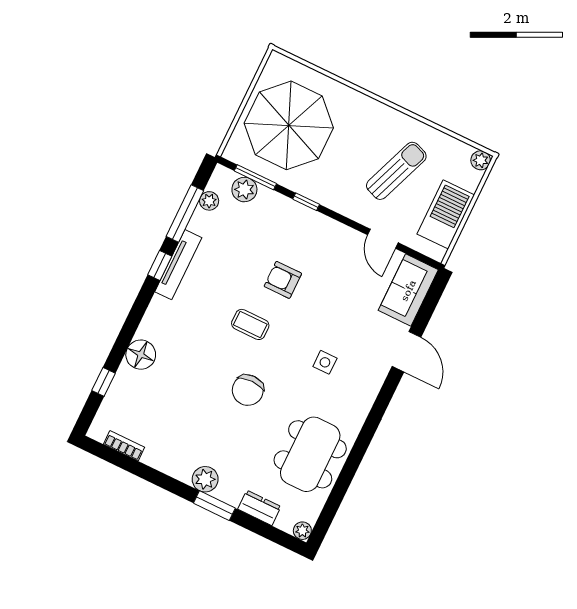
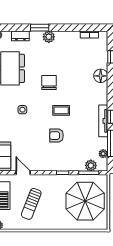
armchair: (283, 280) -> (57, 136), turned 180

